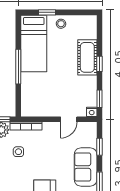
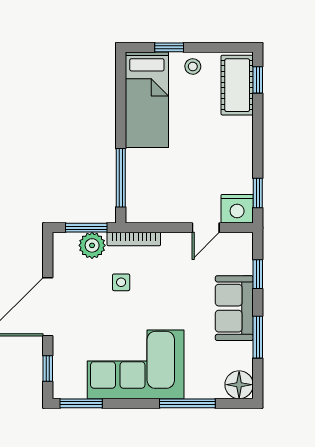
cot: (87, 57) -> (237, 85), moved
window: (99, 64) -> (258, 80), moved
window: (18, 67) -> (121, 178), moved
nightstand: (92, 112) -> (237, 209), width x1.89, depth x1.79

